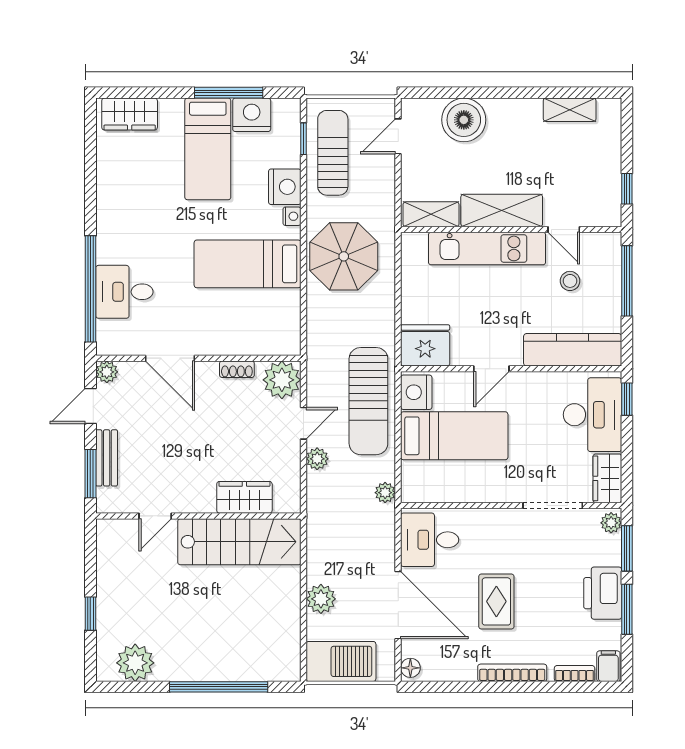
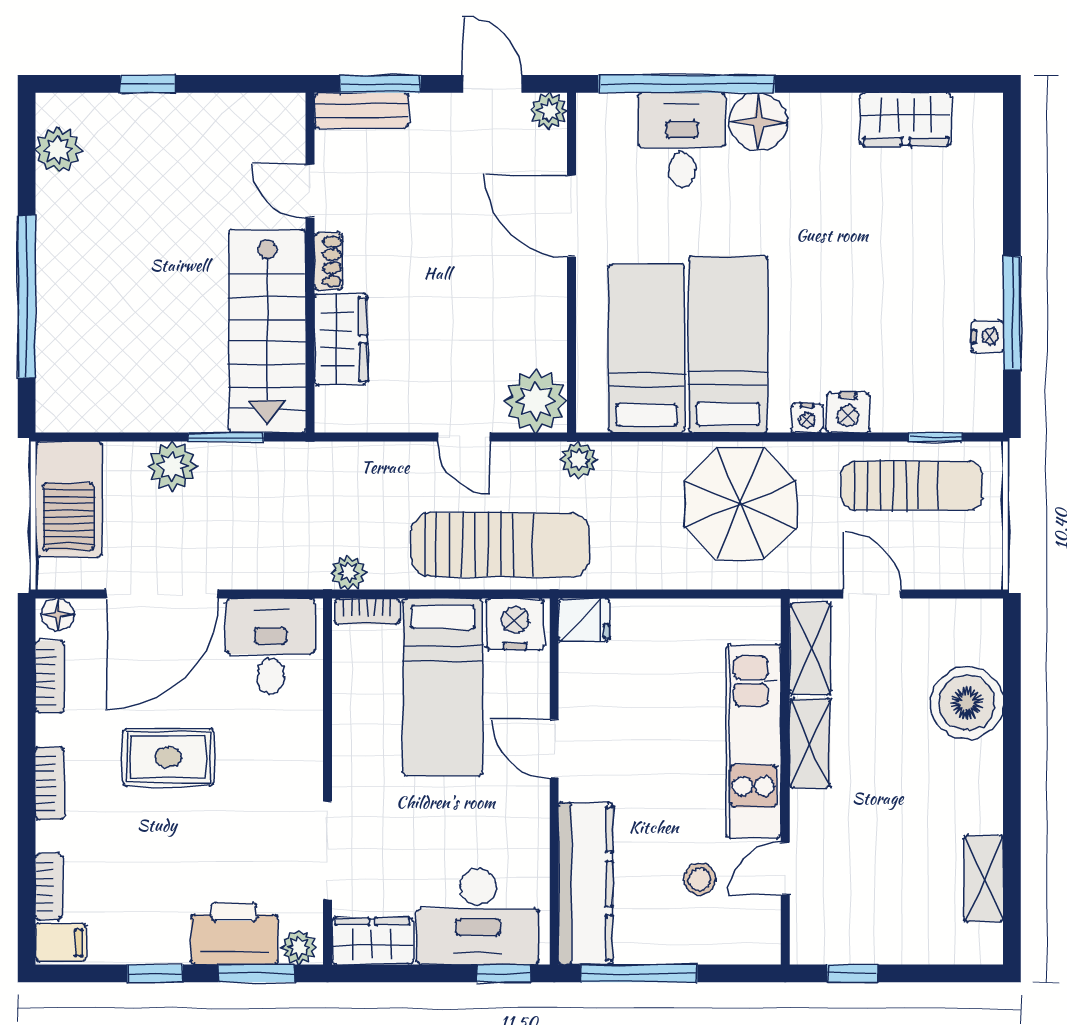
wardrobe: (130, 114) -> (906, 119), moved, turned -90
nightstand: (252, 115) -> (988, 337), width x0.53, depth x0.56
door: (398, 136) -> (872, 594), moved
bed: (208, 149) -> (647, 348), moved, turned 90
nightstand: (285, 187) -> (848, 413), width x0.74, depth x0.75
shelving: (502, 210) -> (810, 743), width x0.67, depth x0.75
floor lamp: (113, 246) -> (758, 122), added
window: (627, 281) -> (639, 973), moved
fridge: (425, 345) -> (584, 620), width x0.53, depth x0.75
door: (170, 358) -> (572, 216), hinge flipped
shoe rack: (237, 369) -> (328, 261), moved, turned 180
sun lounger: (368, 401) -> (500, 545), turned 180
bench: (107, 458) -> (361, 111), moved
plant: (317, 459) -> (579, 460), moved
bookcase: (409, 482) -> (367, 611), added
window: (303, 567) -> (226, 437), added
printer: (603, 593) -> (234, 933), moved
window: (627, 609) -> (155, 973), width x0.67
plant: (135, 663) -> (58, 150), width x0.73, depth x0.73
bookcase: (448, 673) -> (50, 677), added
bookcase: (512, 673) -> (50, 783), width x0.64

